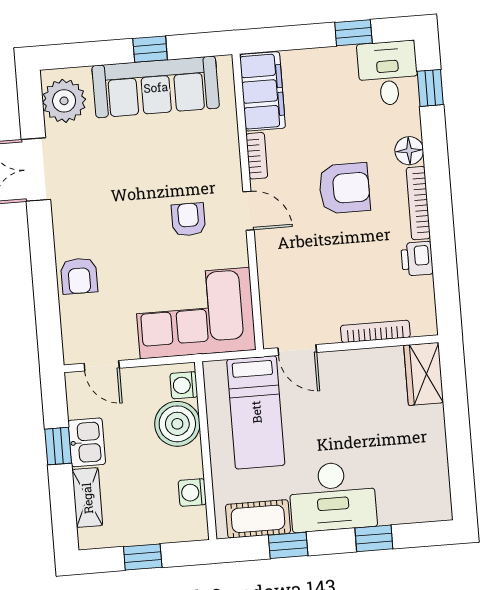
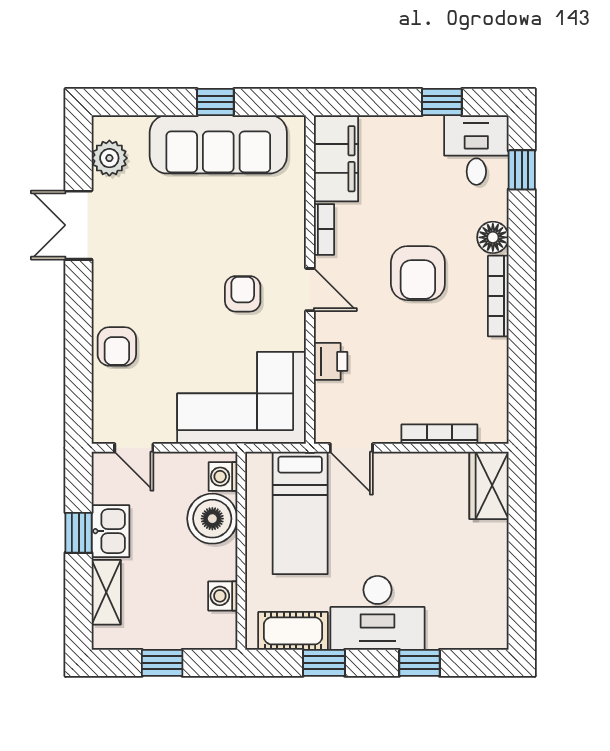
plant: (64, 101) -> (109, 158), width x0.73, depth x0.73
armchair: (344, 188) -> (418, 273), turned 90
printer: (417, 259) -> (331, 361), moved, turned 180

